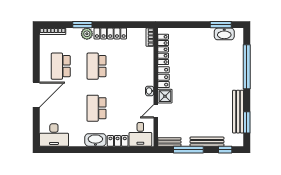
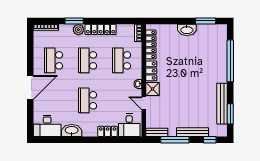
washbasin: (224, 34) -> (187, 30), moved
school desk: (132, 66) -> (122, 60), added
door: (156, 111) -> (144, 103), hinge flipped
washbasin: (95, 140) -> (72, 130), moved

